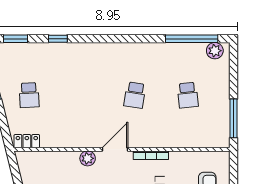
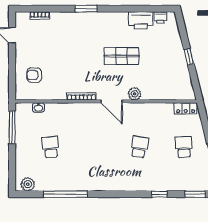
window: (192, 39) -> (65, 194), moved
school desk: (135, 95) -> (139, 147), moved
washbasin: (202, 142) -> (38, 107), added
door: (115, 149) -> (112, 101), hinge flipped

